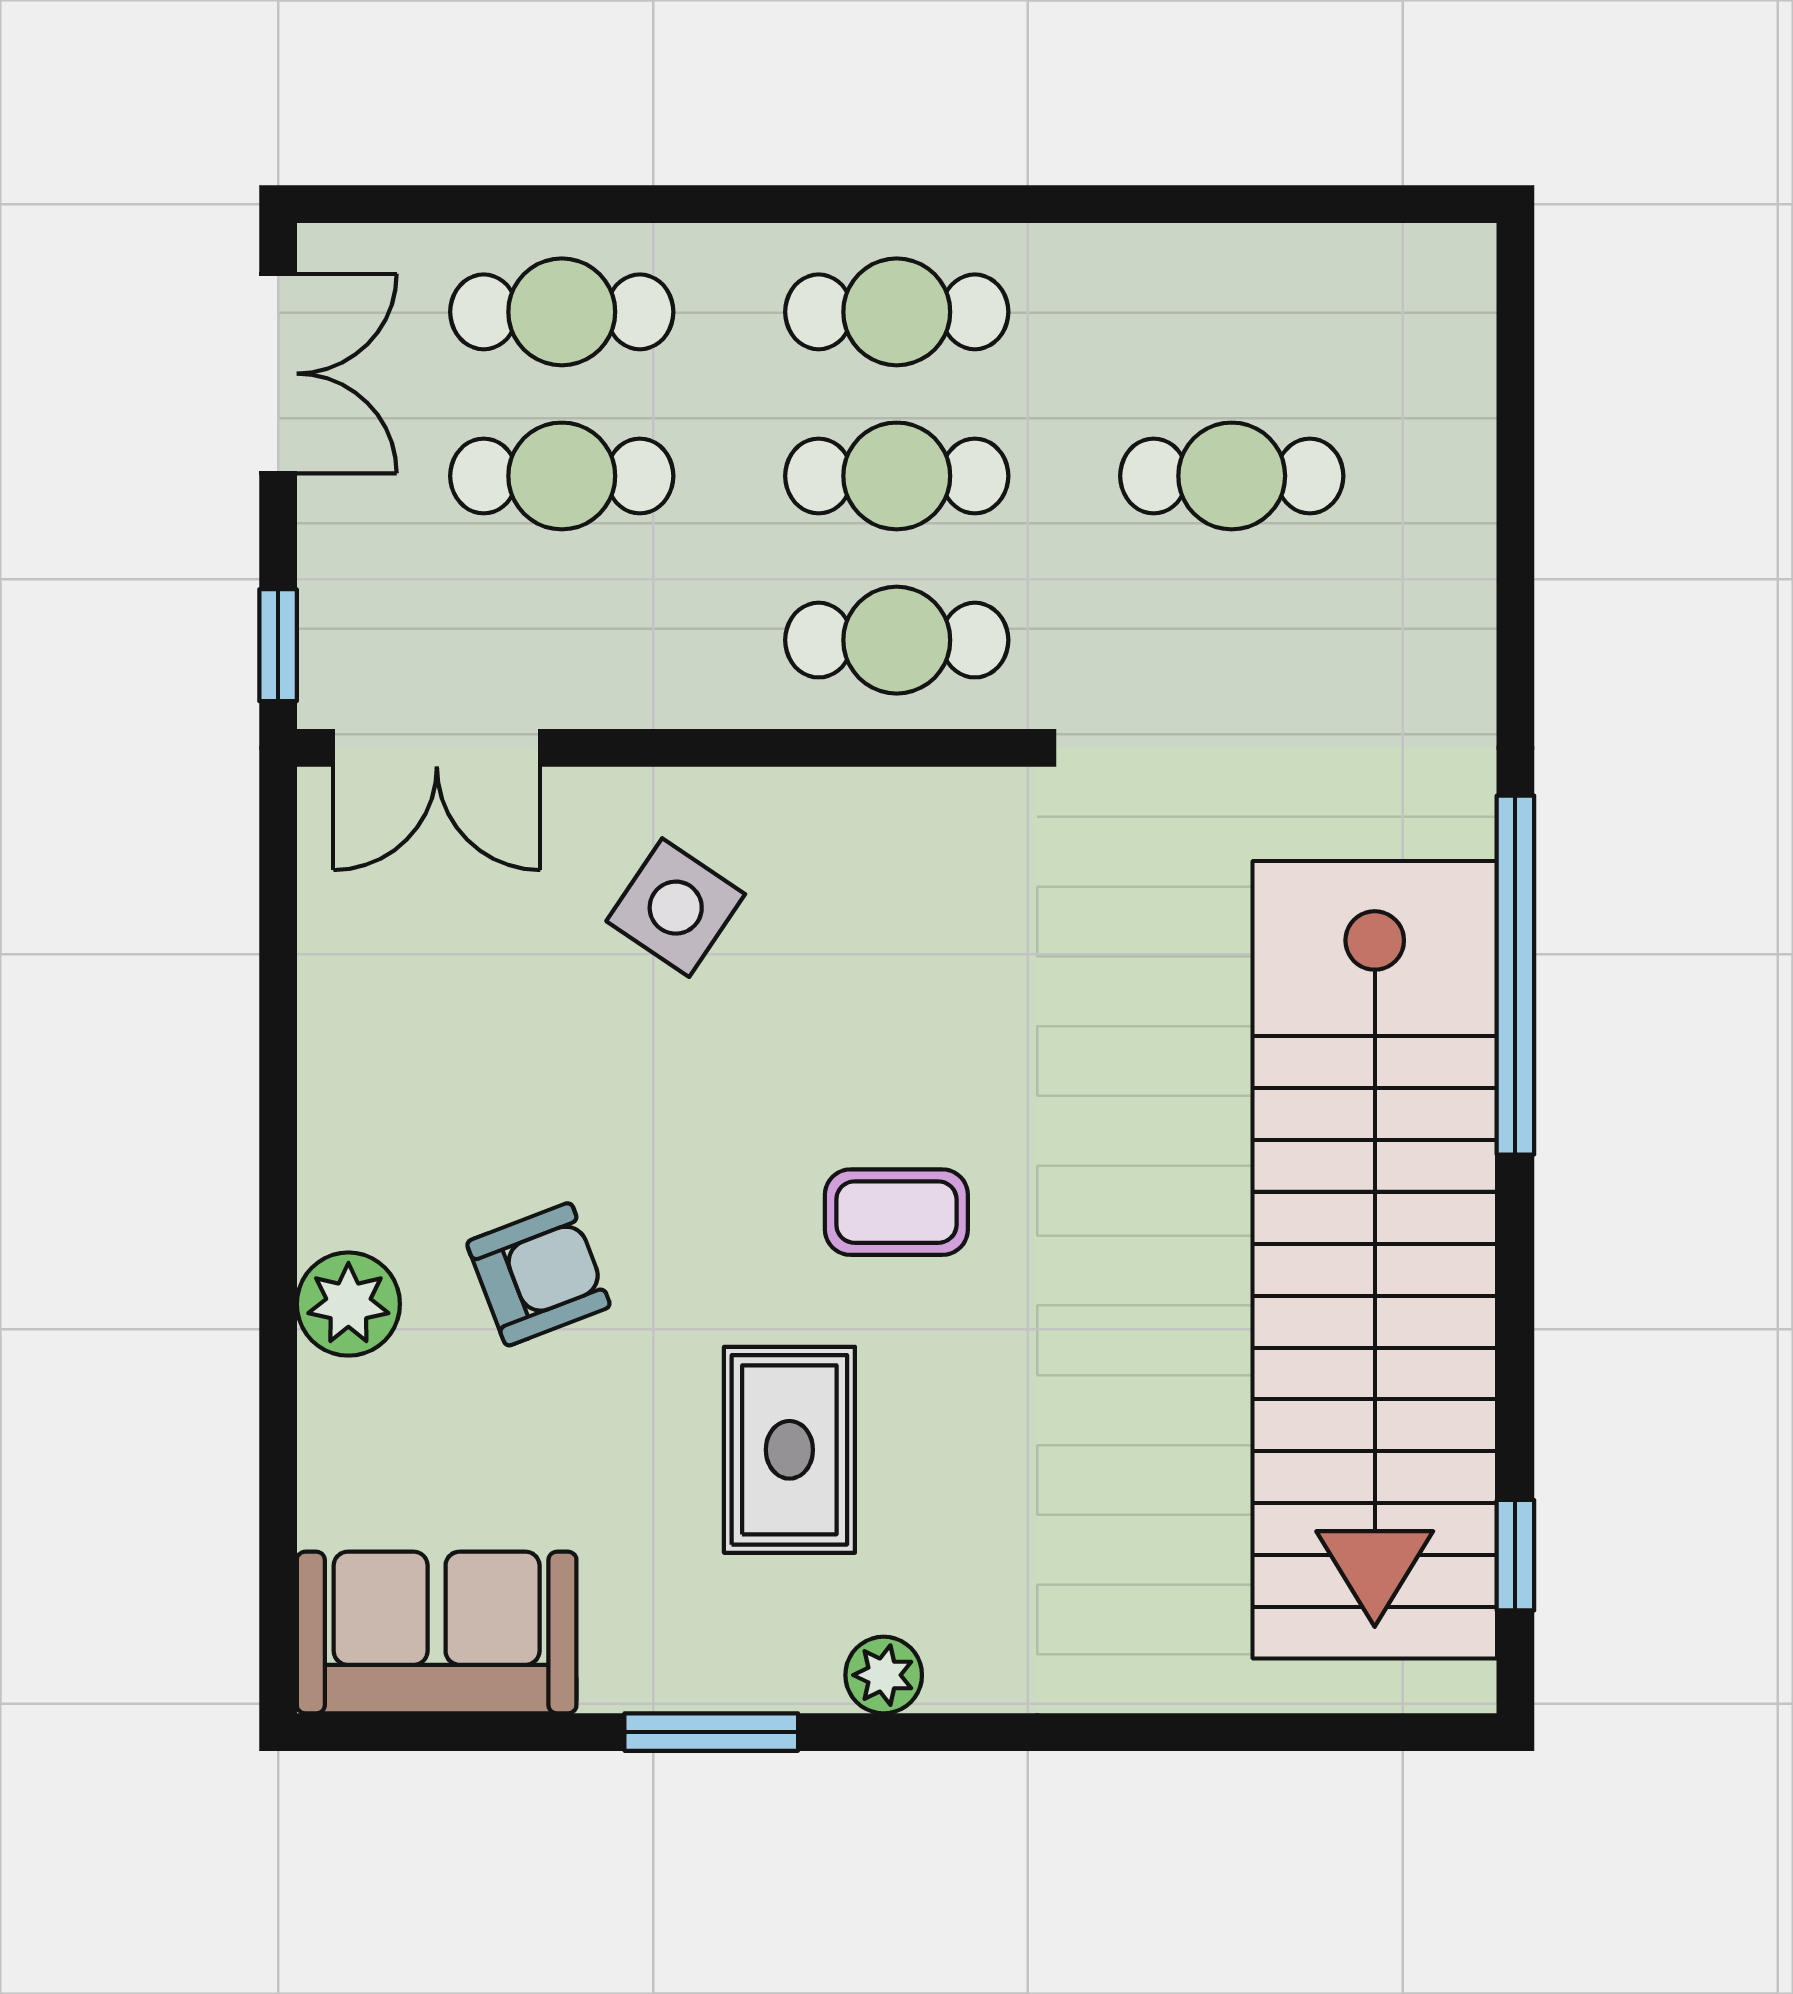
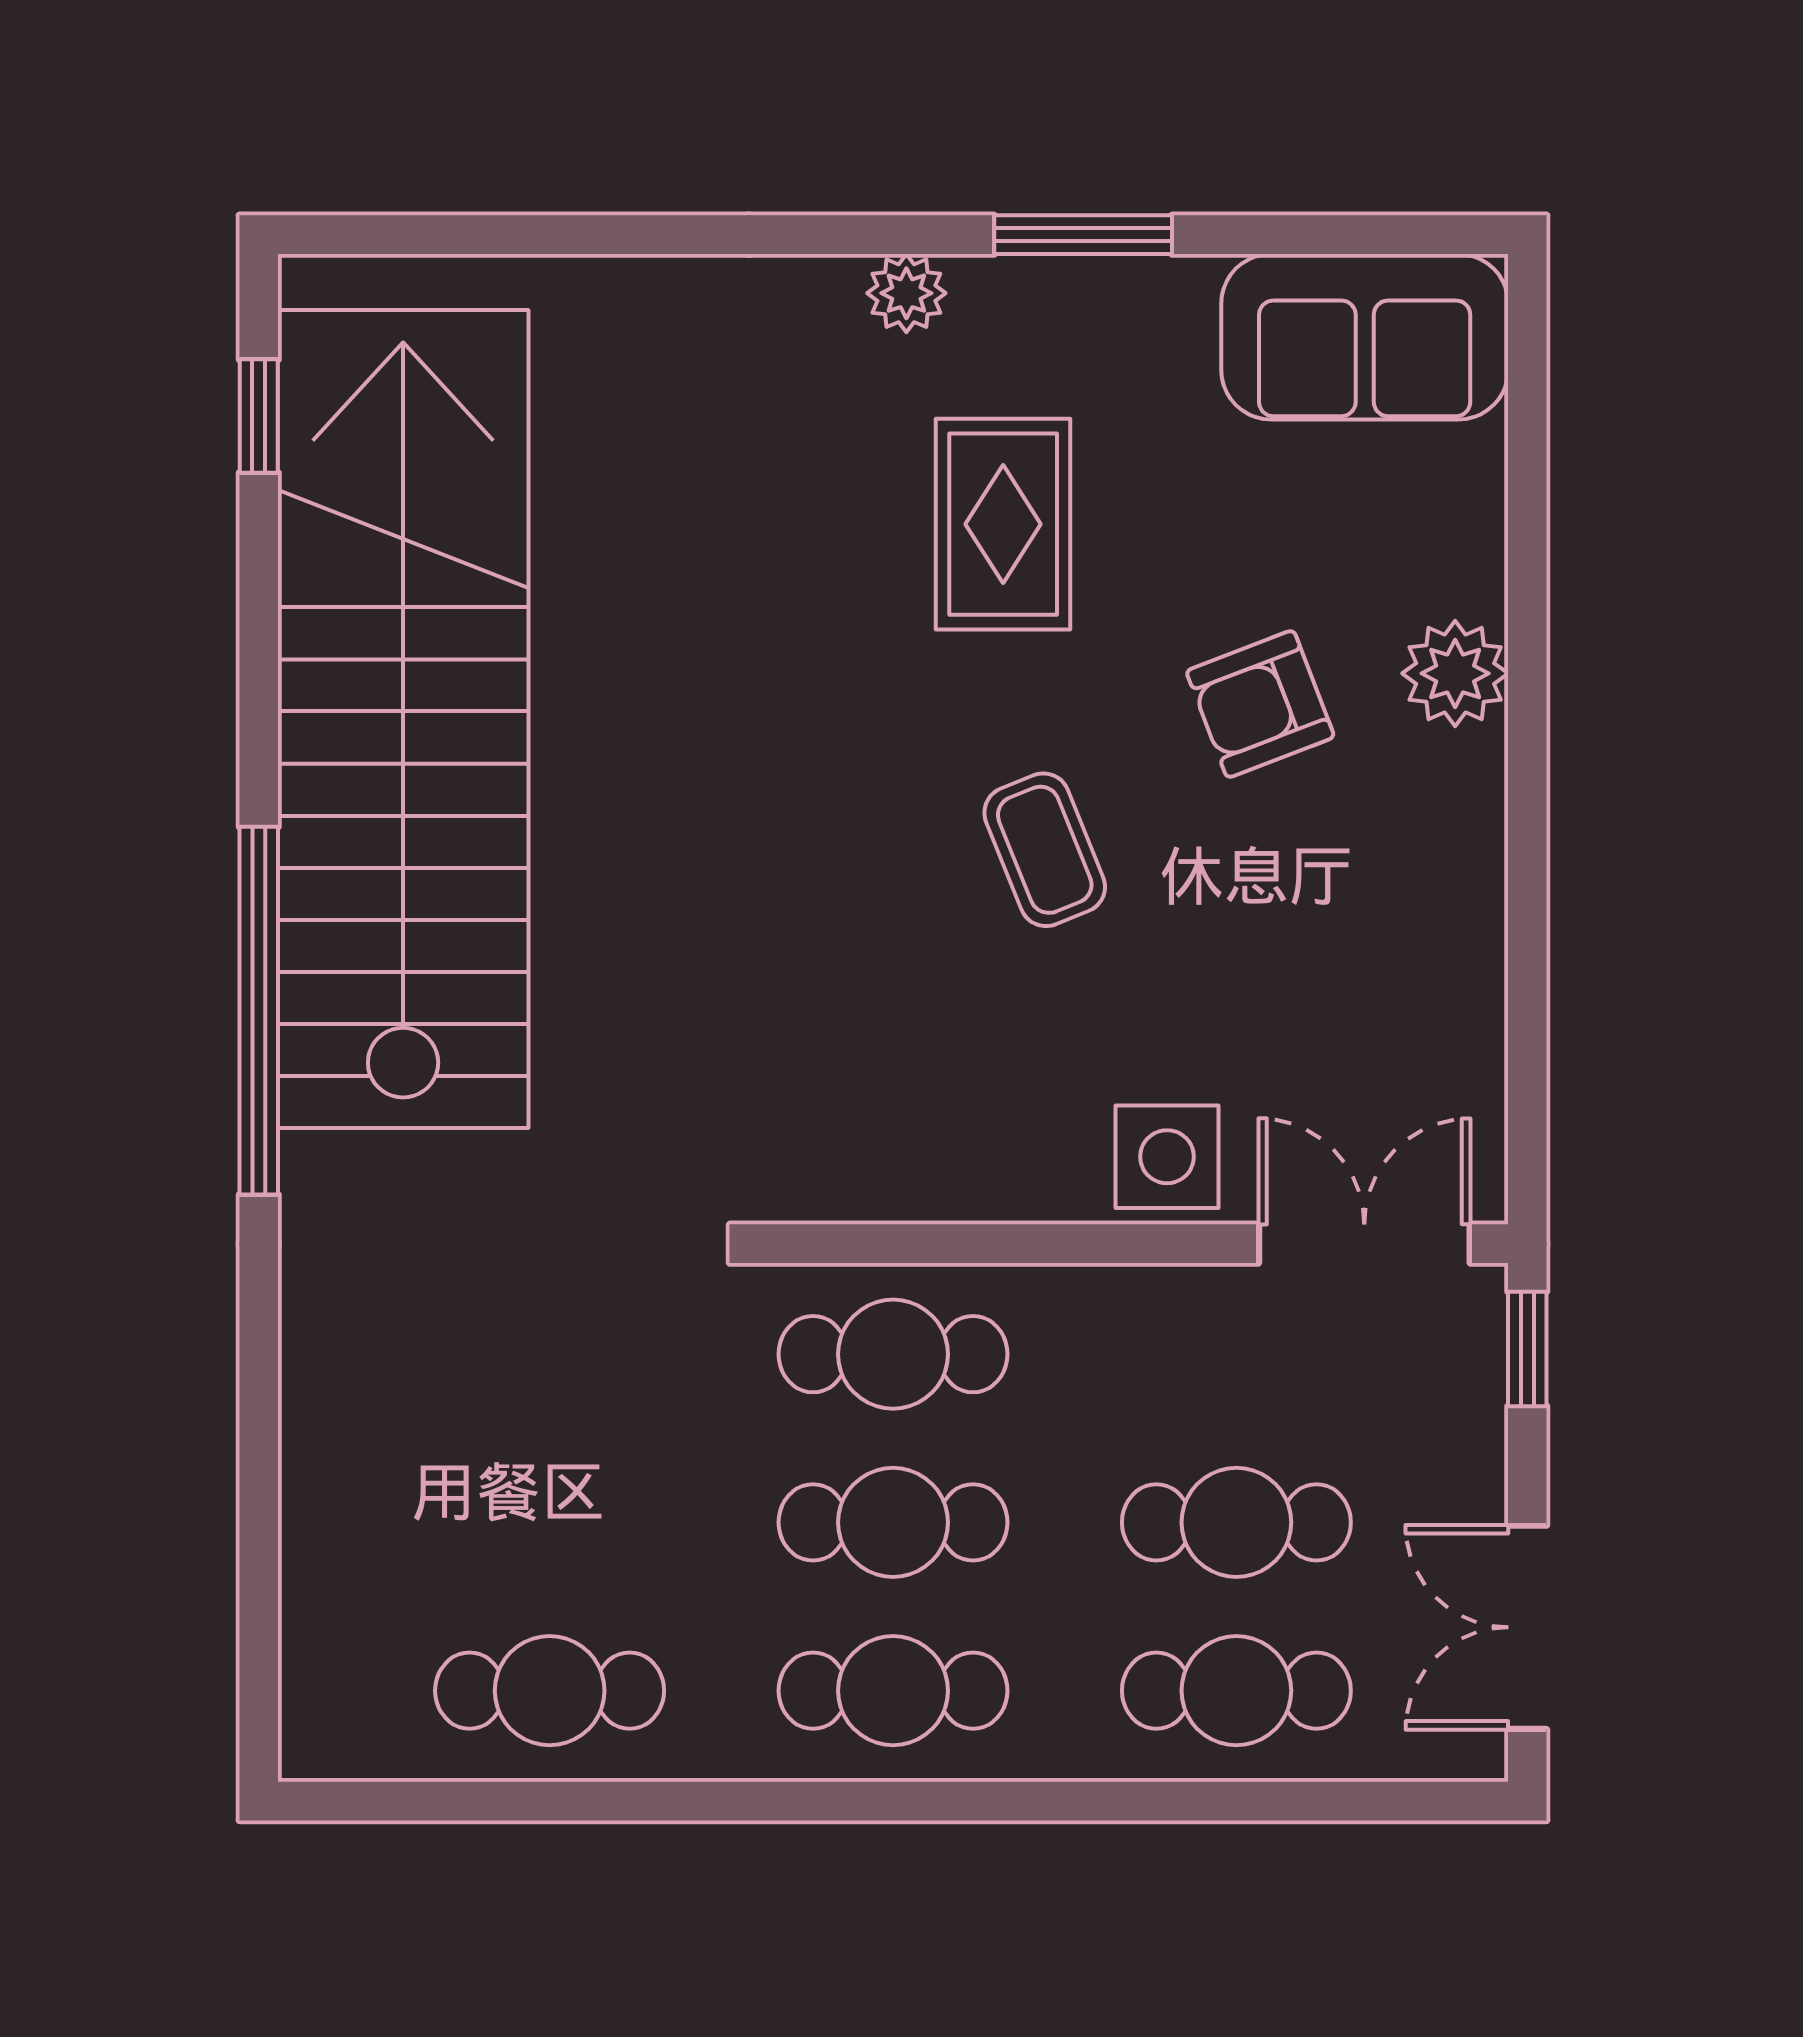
cafe table: (1232, 476) -> (550, 1691), moved
side table: (676, 908) -> (1167, 1157), moved, turned -34
coffee table: (896, 1212) -> (1045, 850), moved, turned 68

